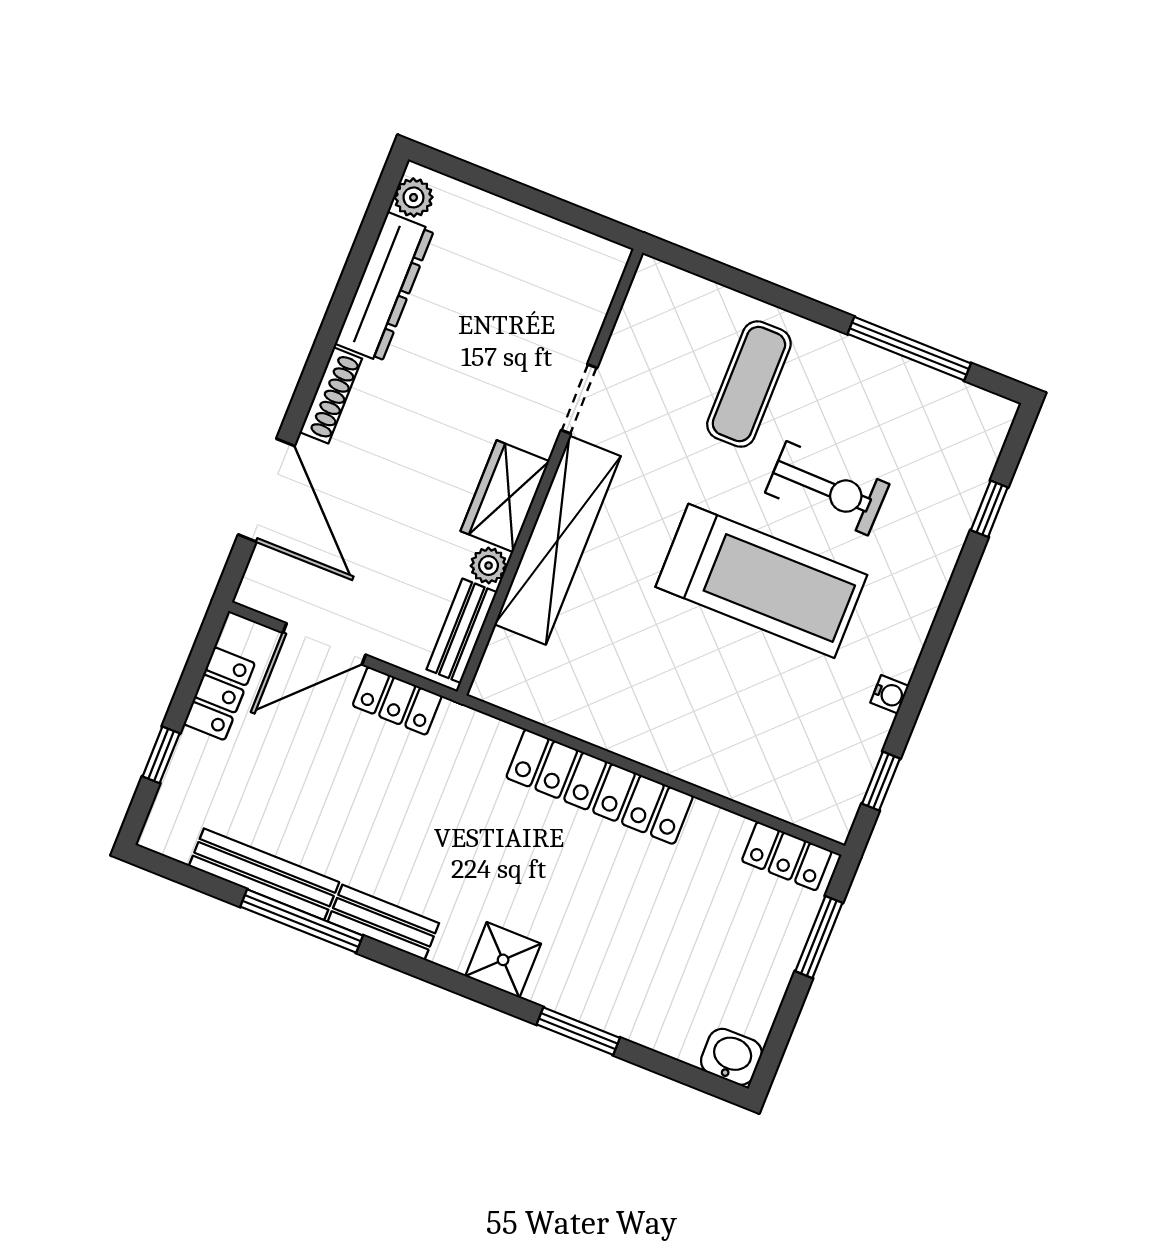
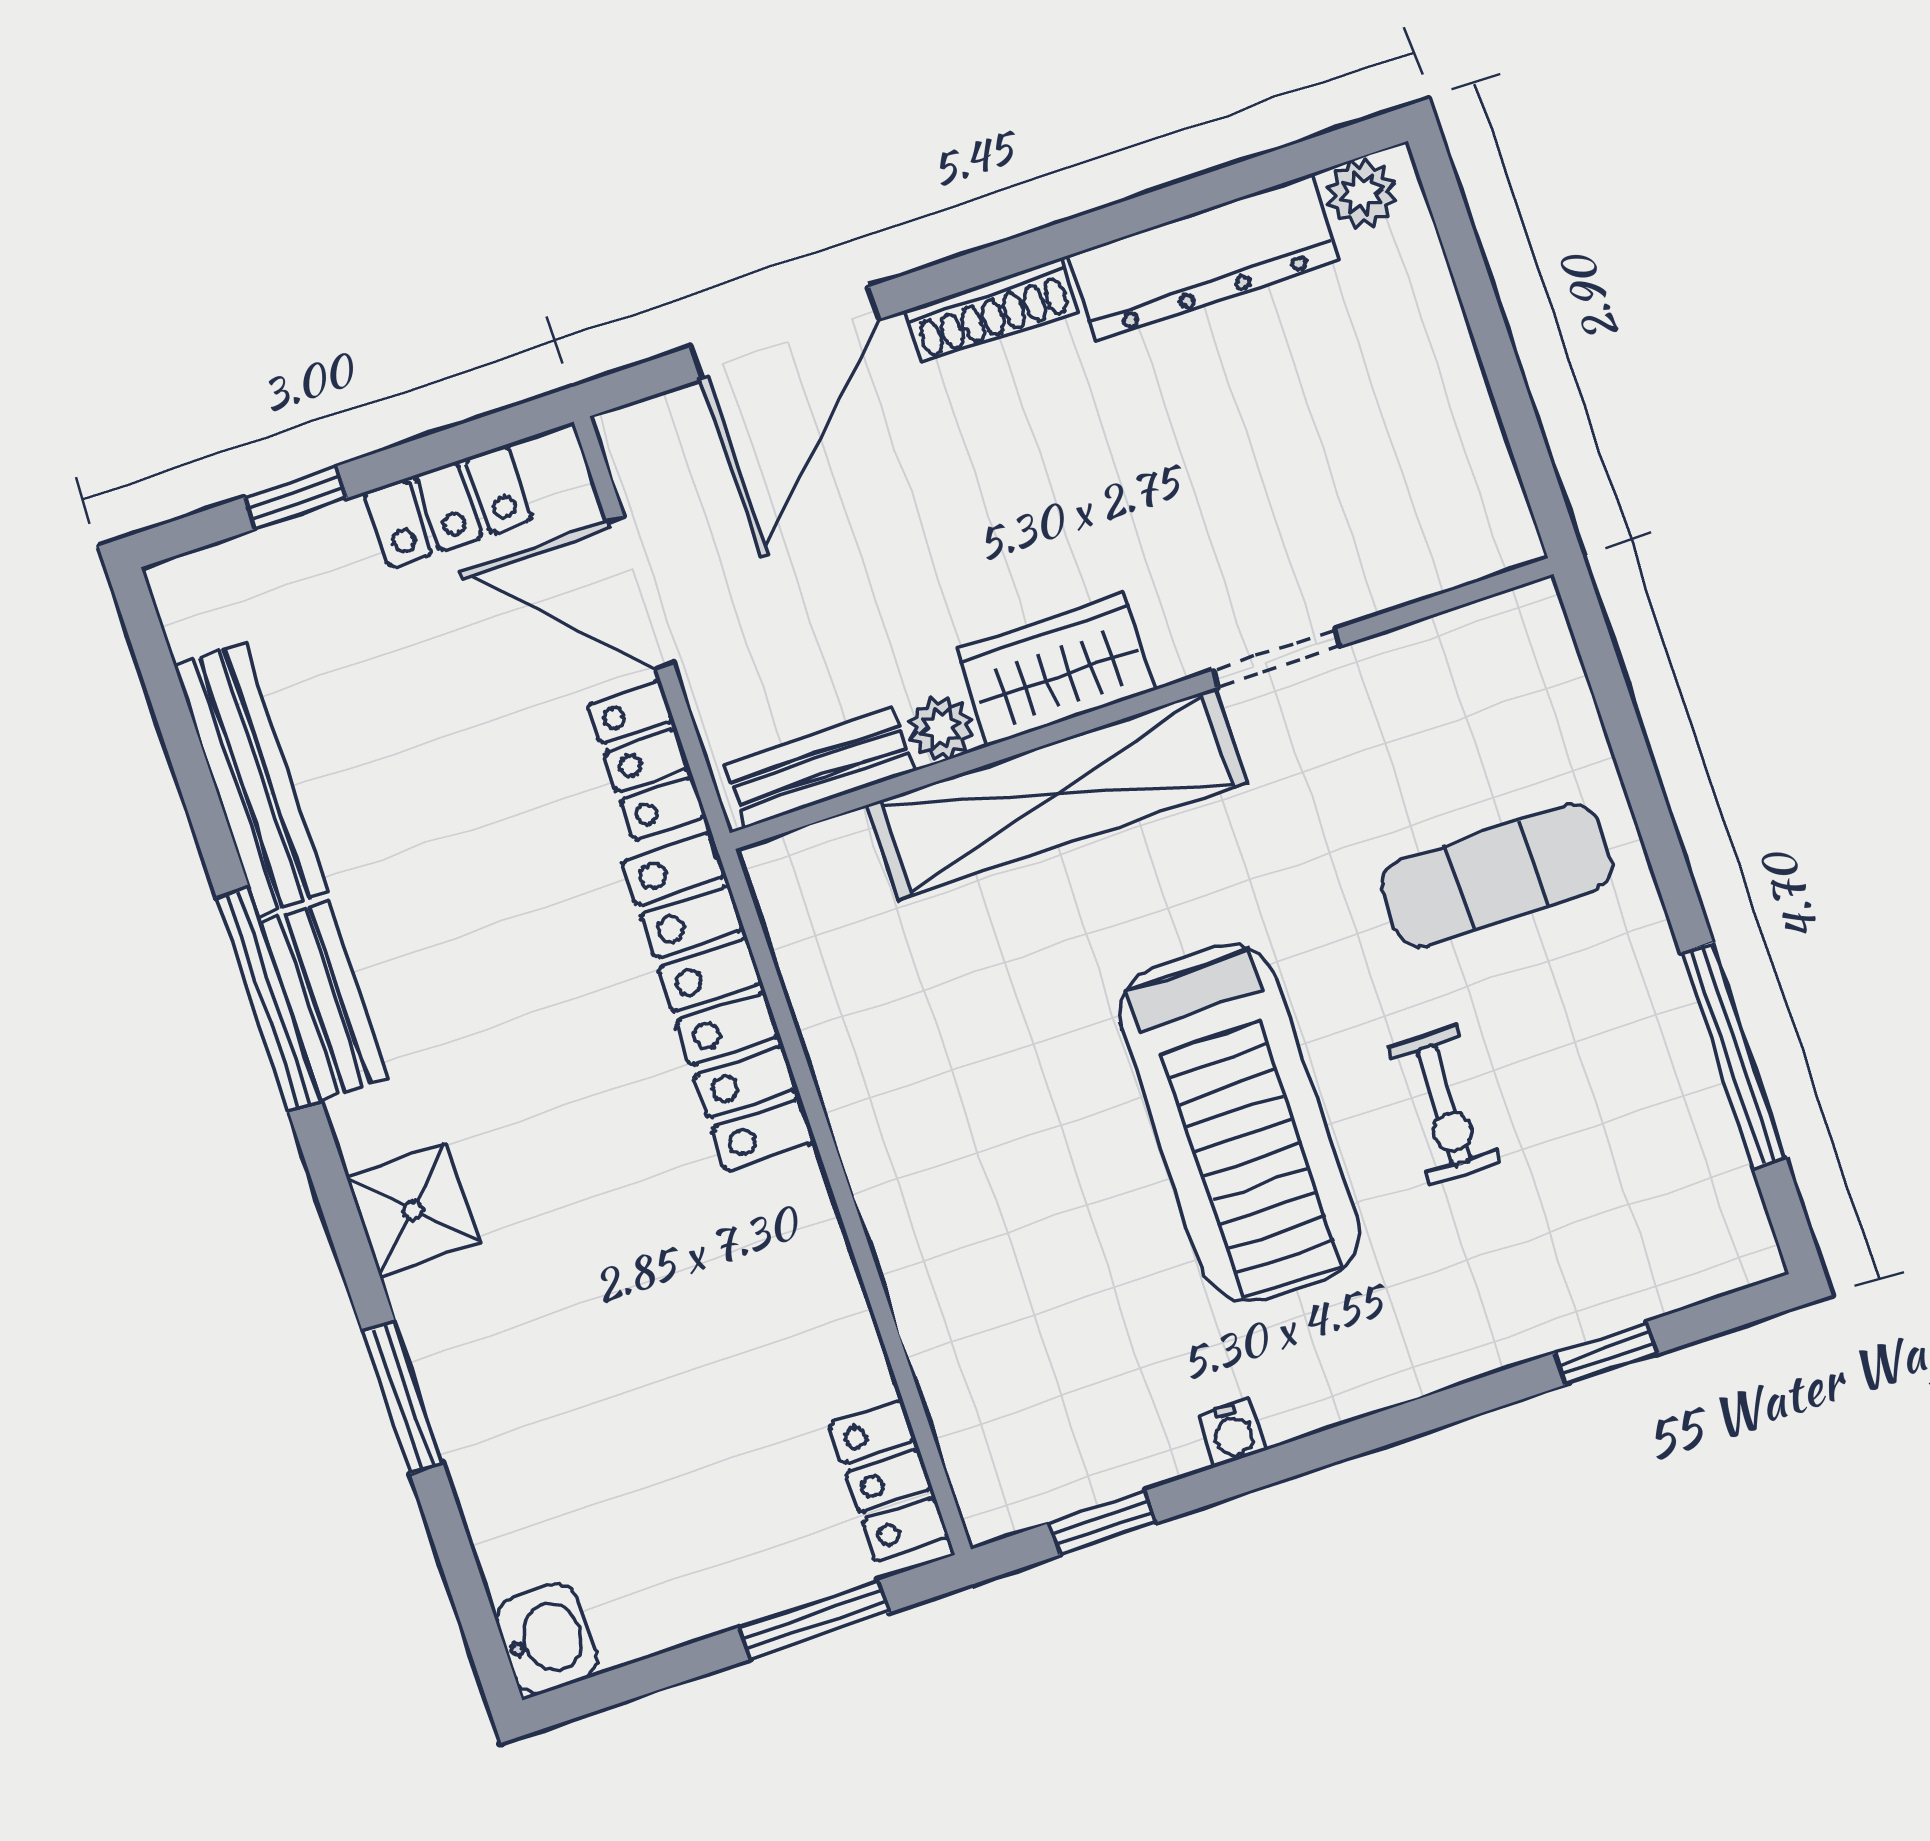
exercise bike: (827, 488) -> (1444, 1105), width x0.73, depth x0.72
locker: (600, 787) -> (719, 1002), moved
window: (302, 921) -> (269, 1000), moved

